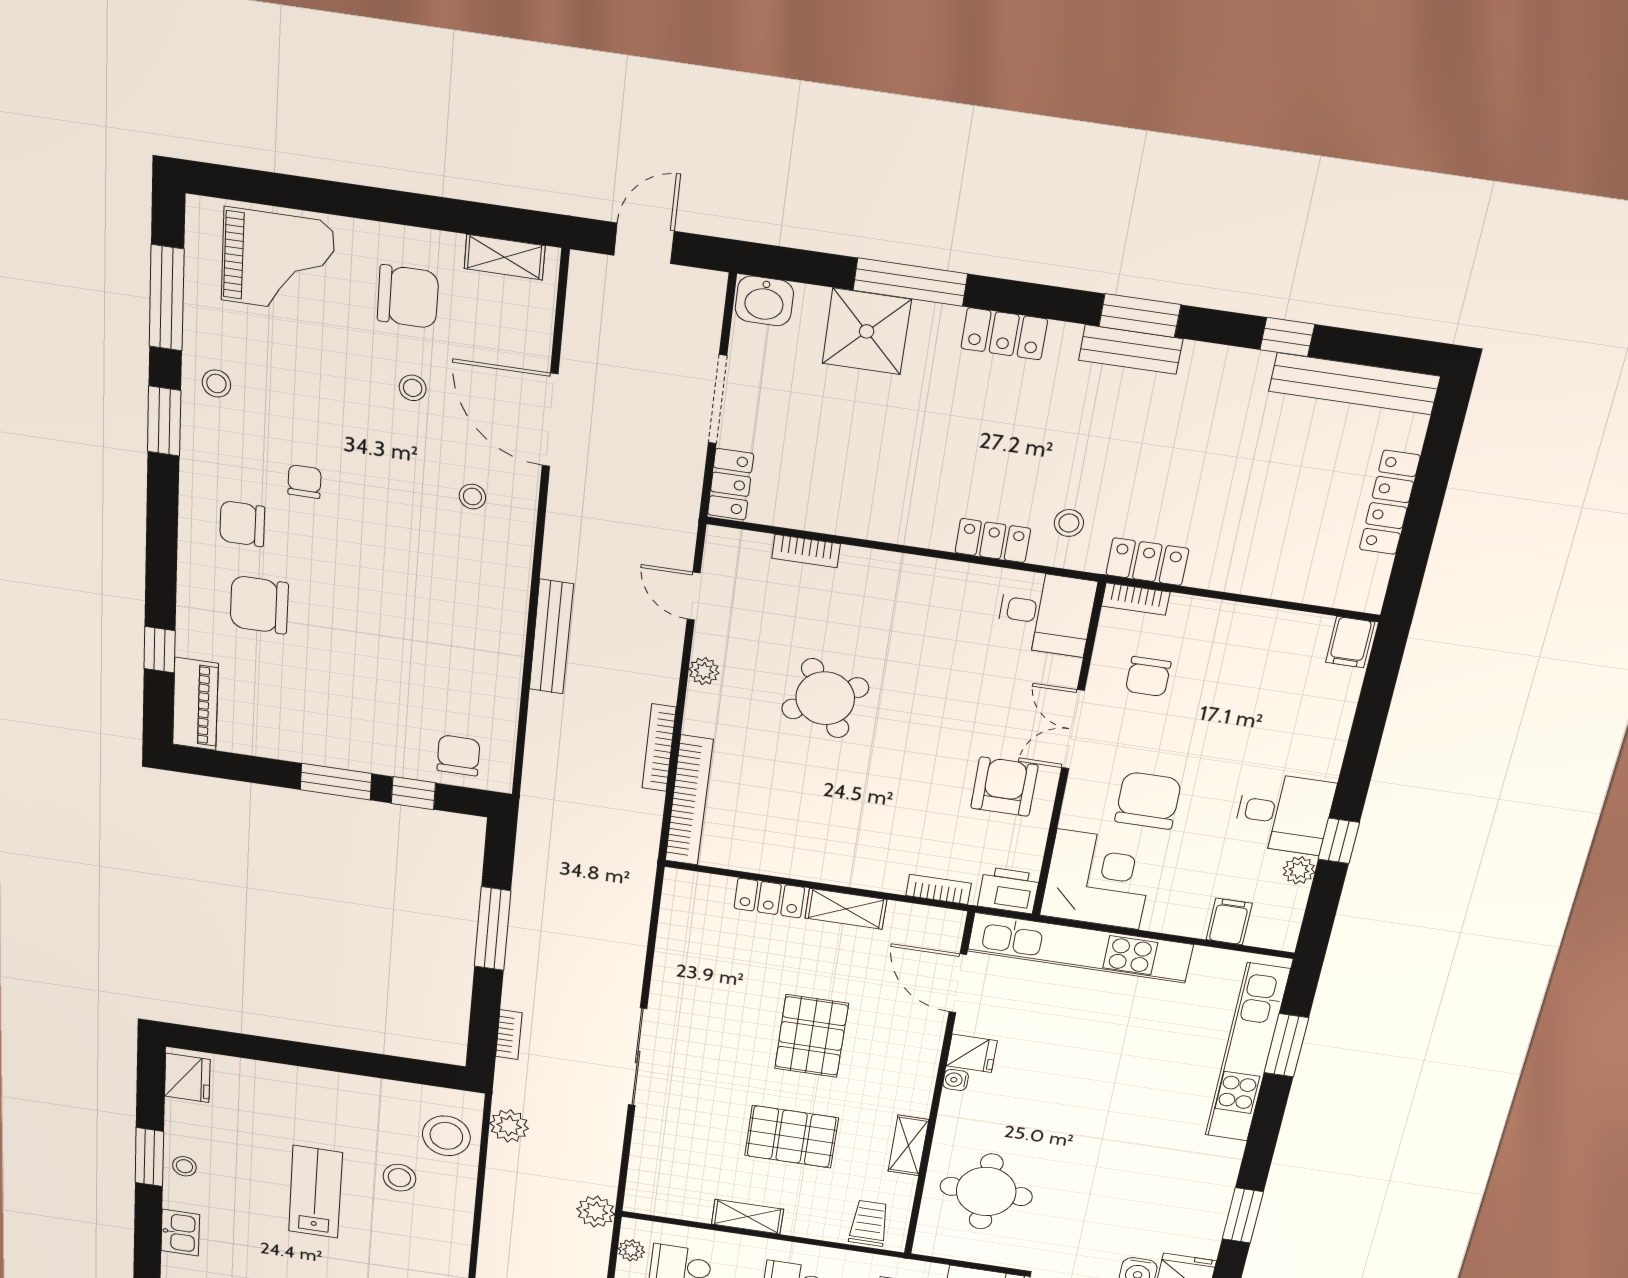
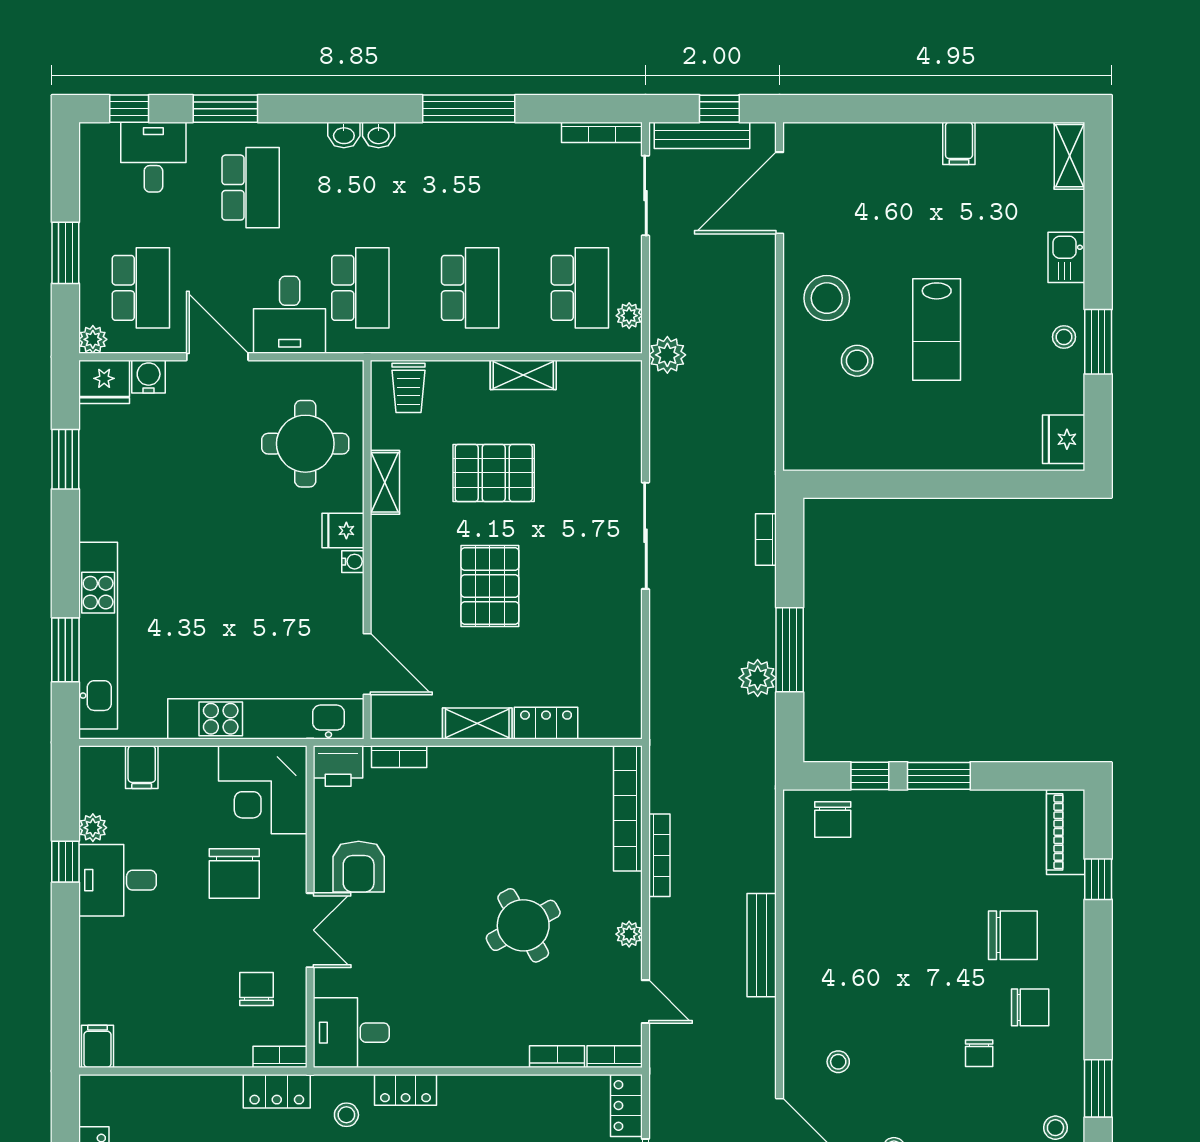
bookcase: (738, 541) -> (615, 1057), added
fridge: (972, 1053) -> (343, 531), moved
plant: (509, 1126) -> (758, 678), moved
stool: (446, 1136) -> (827, 298), moved

